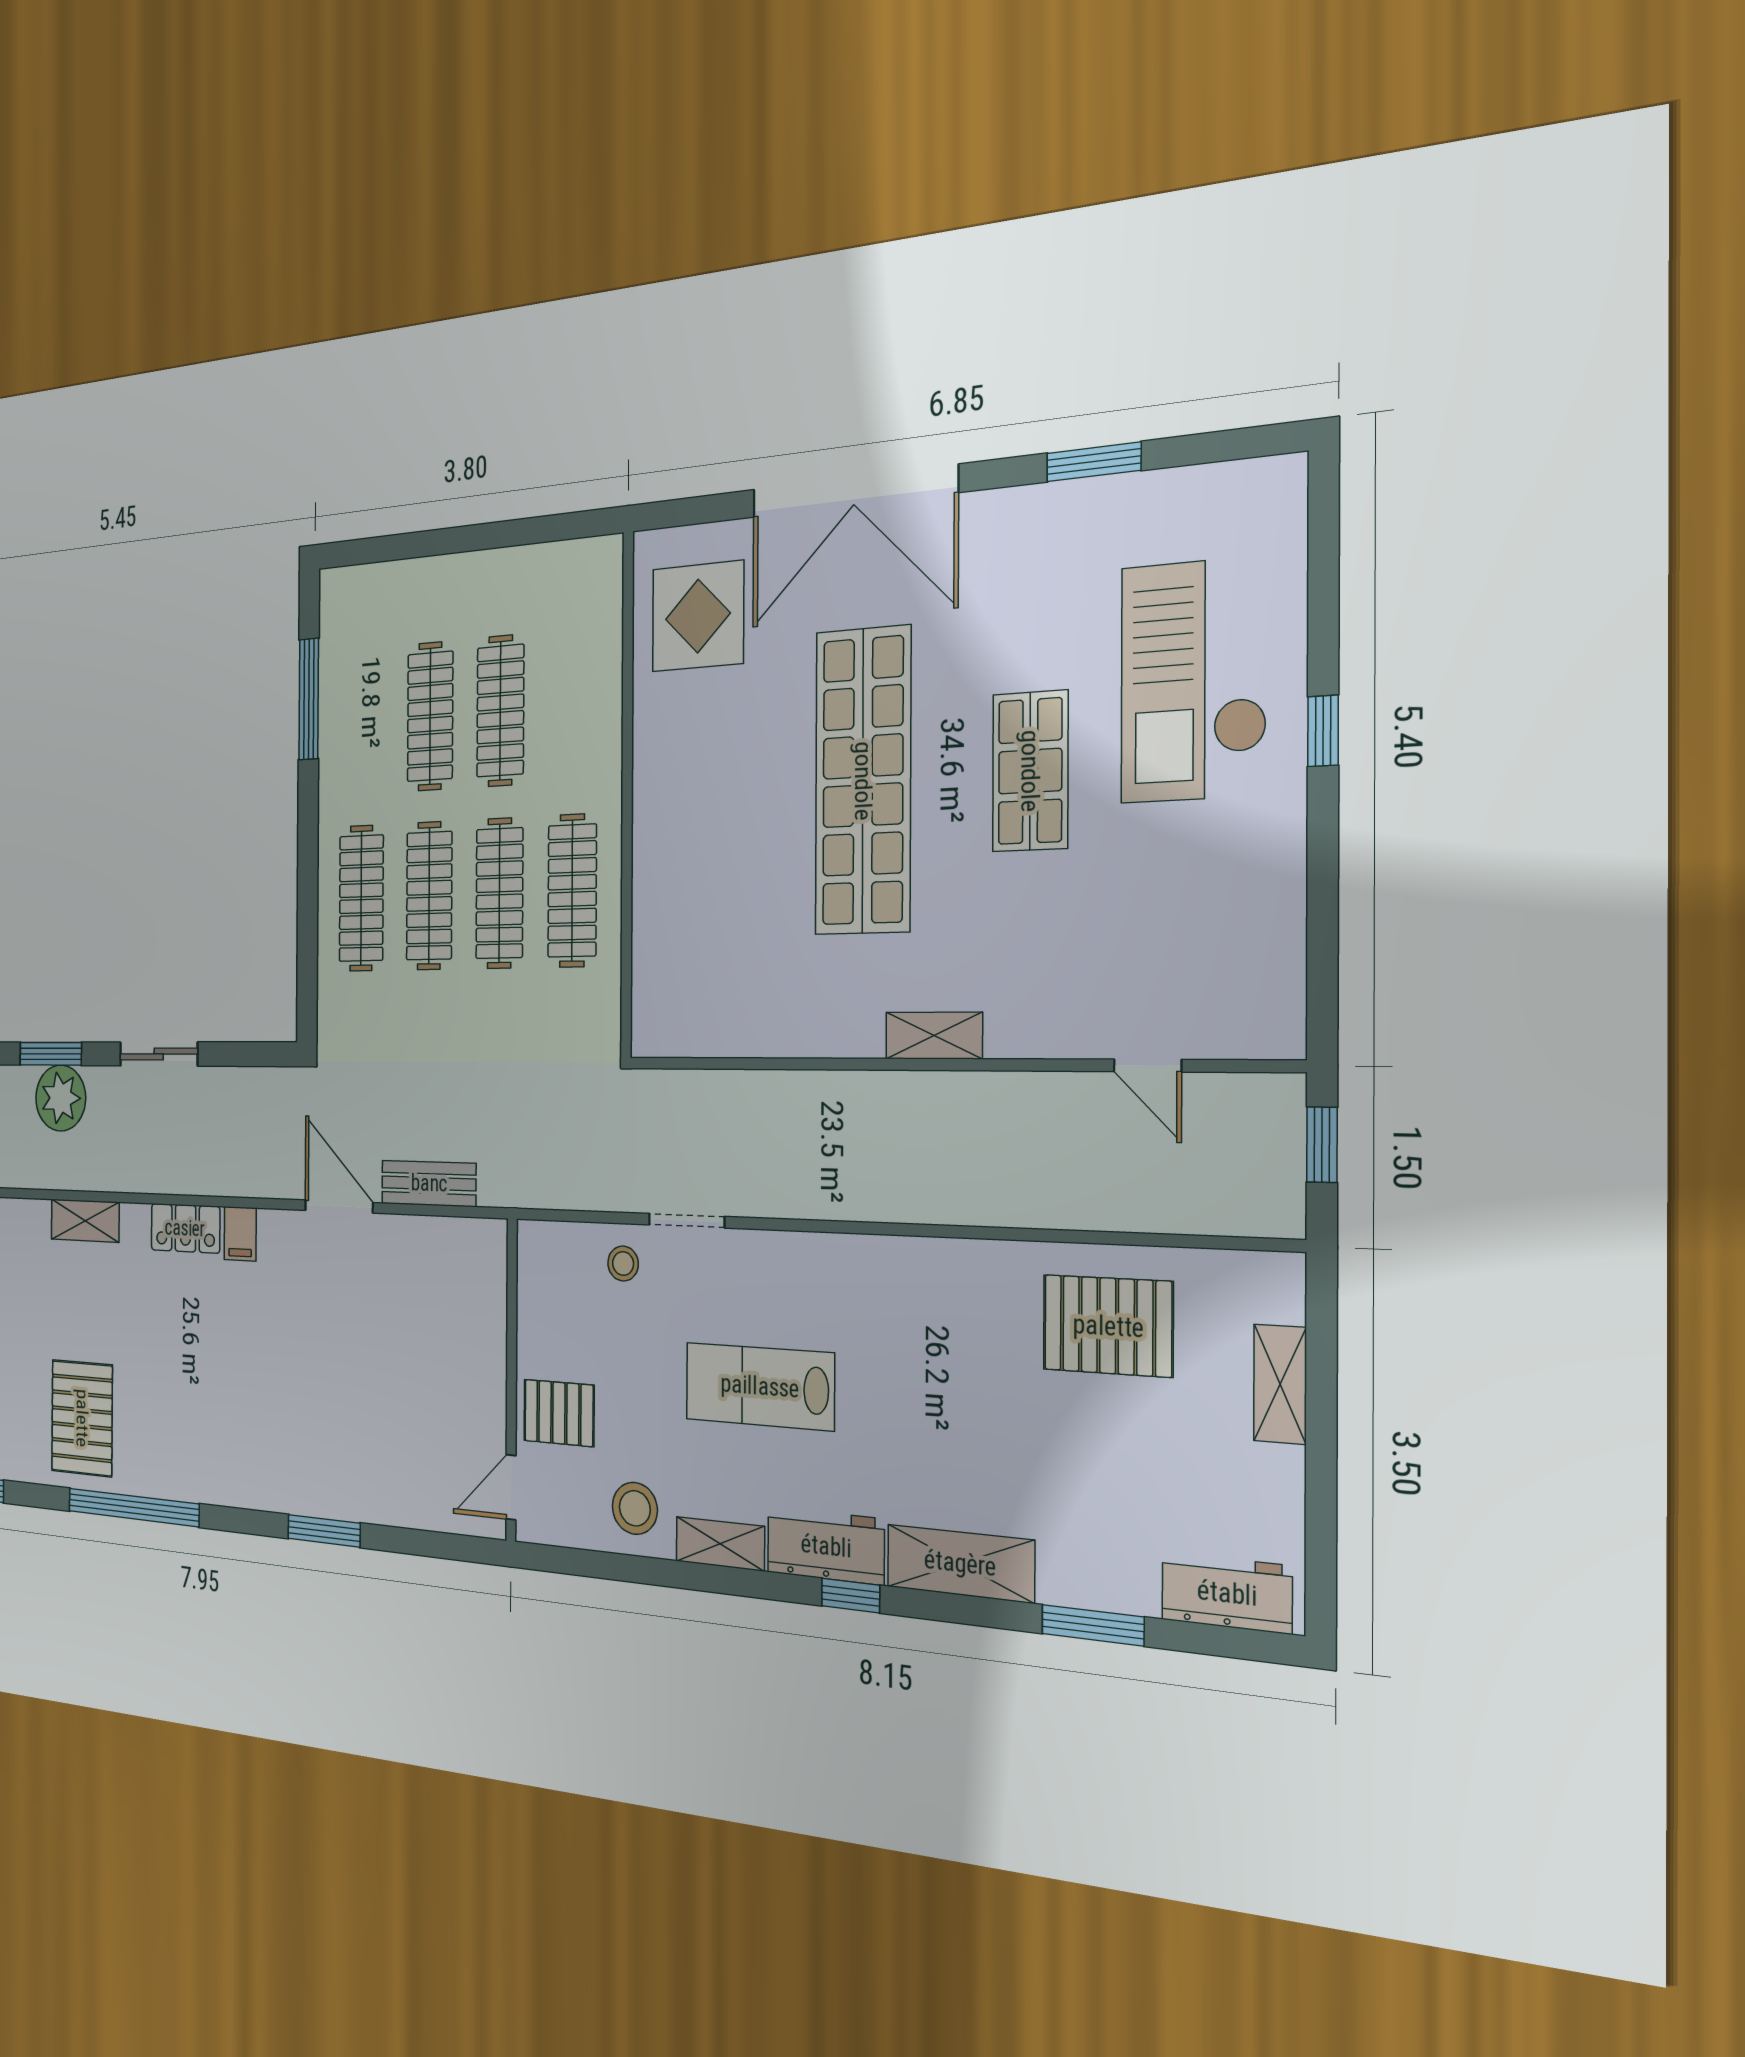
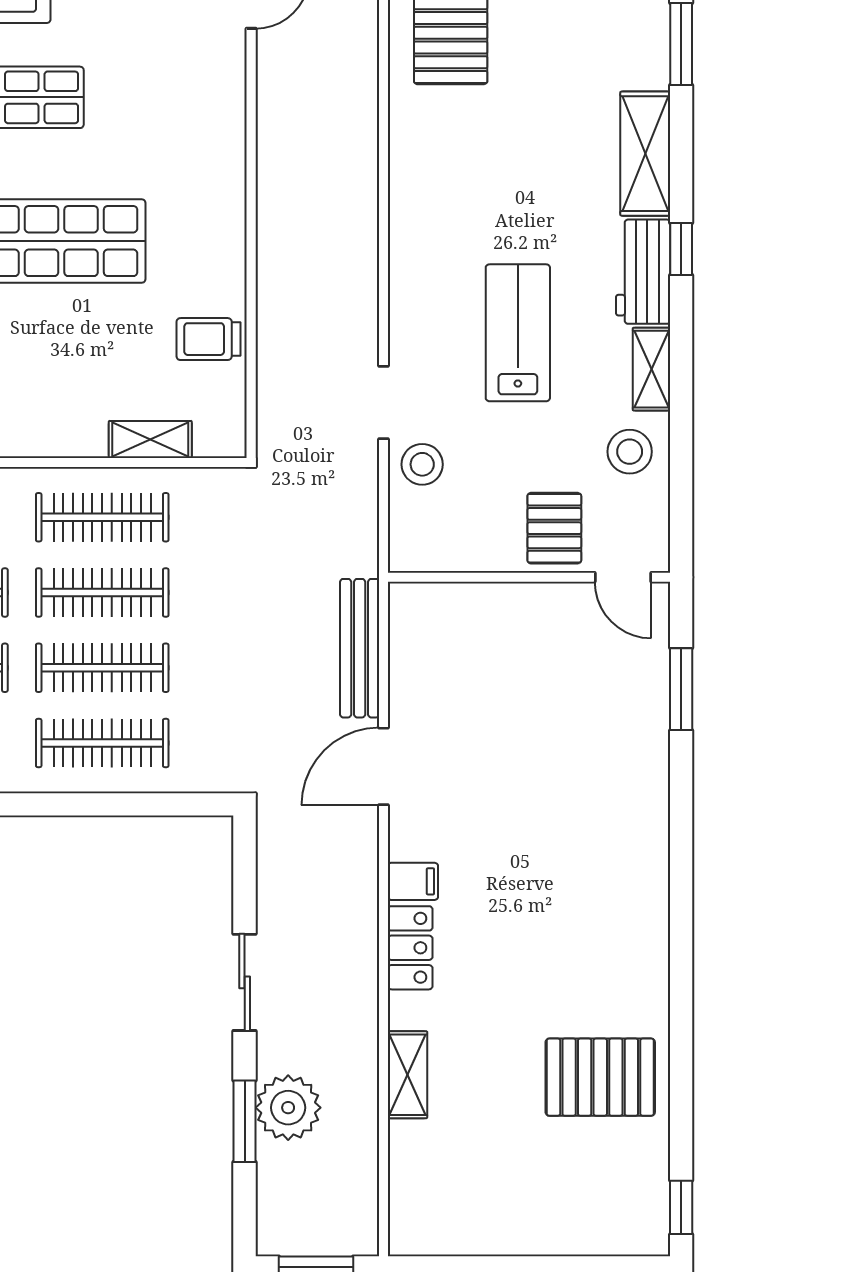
trolley: (754, 1012) -> (209, 339), added
shelving: (934, 1036) -> (150, 439), moved, turned 90
bench: (429, 1183) -> (360, 648), width x1.36
stool: (623, 1264) -> (422, 464), width x1.37, depth x1.37
lab bench: (760, 1386) -> (518, 333), turned 180
window: (133, 1507) -> (681, 1011), removed
window: (324, 1531) -> (681, 689), moved

